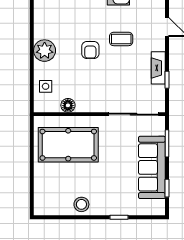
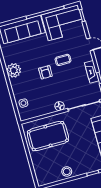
plant: (45, 51) -> (14, 70), moved
floor lamp: (68, 105) -> (59, 106), moved

